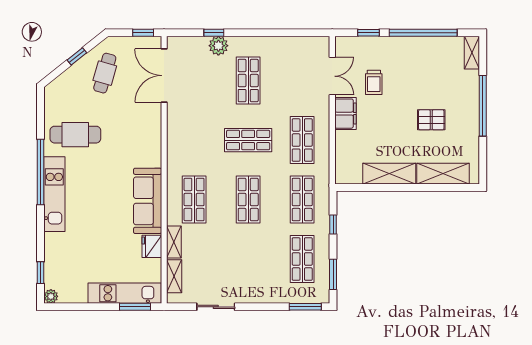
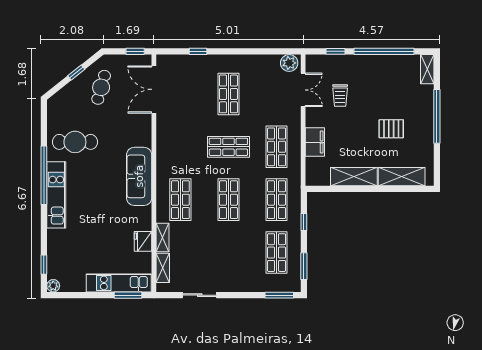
plant: (218, 46) -> (289, 63), moved
filing cabinet: (345, 114) -> (315, 142), moved
sofa: (148, 201) -> (139, 176), moved

